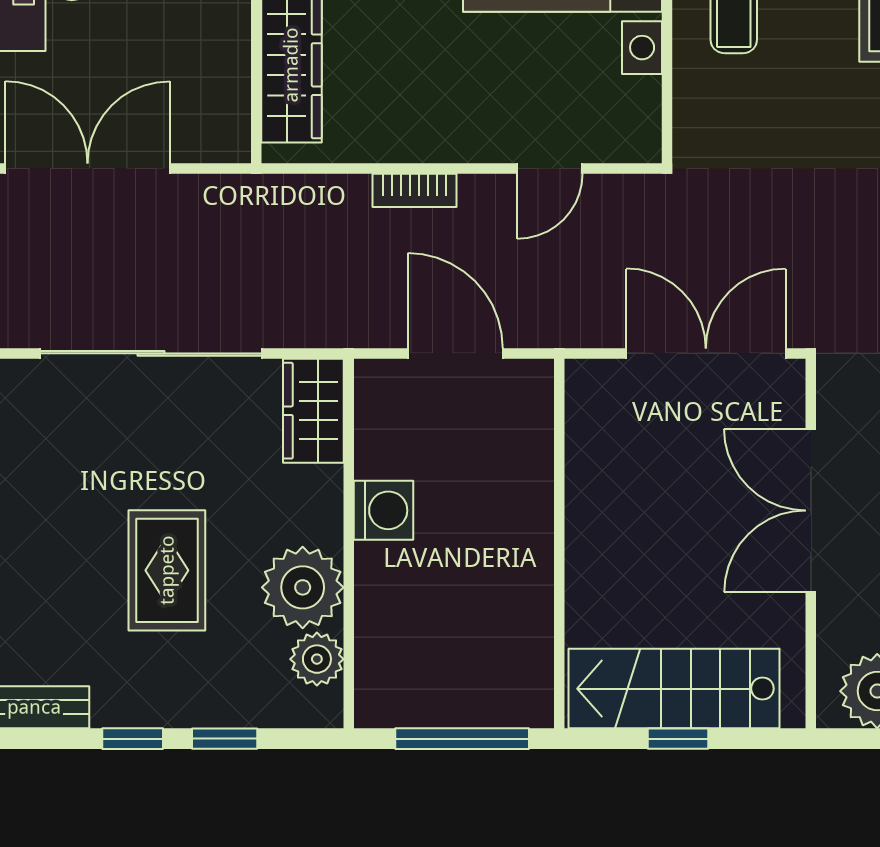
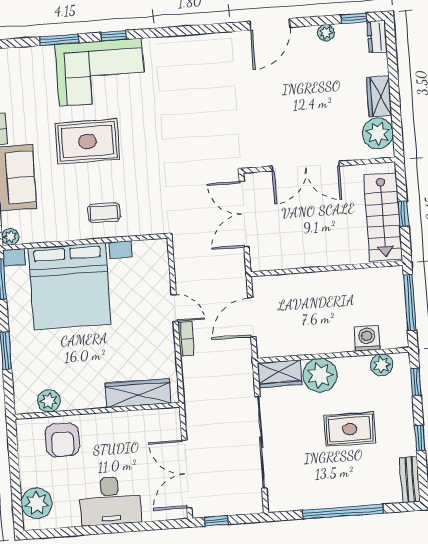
door: (550, 169) -> (175, 308), moved
washing machine: (383, 510) -> (367, 338), moved
plant: (303, 587) -> (320, 375), moved
window: (225, 739) -> (416, 382), moved

